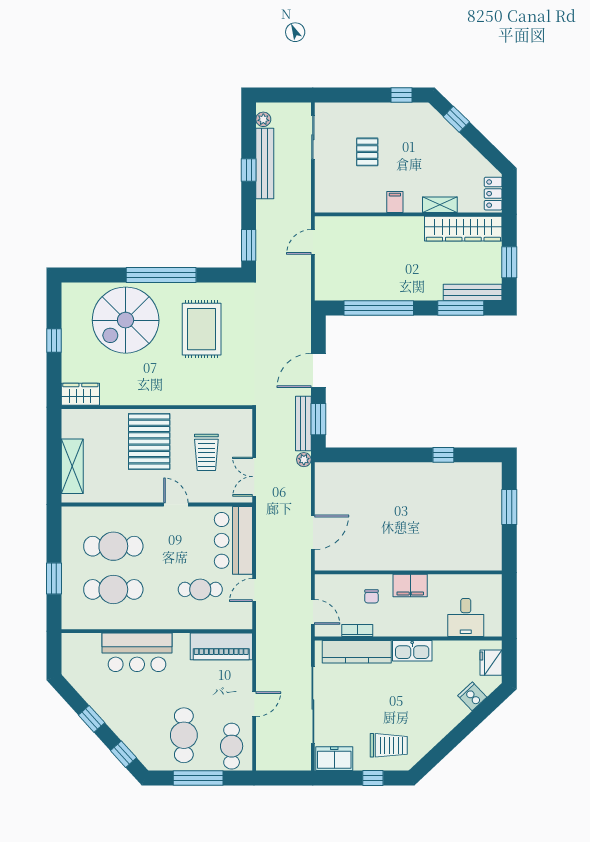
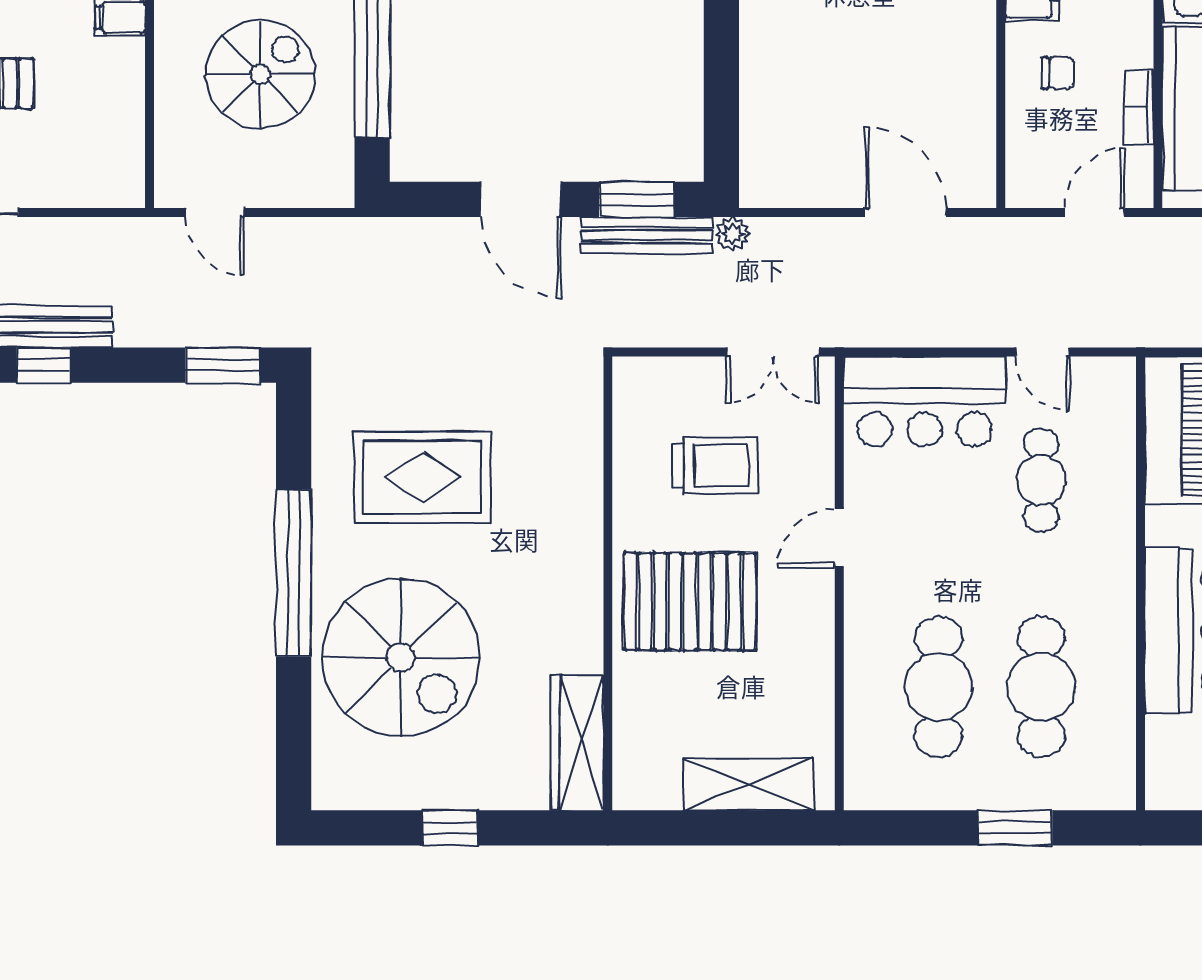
spiral stairs: (371, 261) -> (260, 74), added
wardrobe: (80, 394) -> (577, 743), width x1.50

